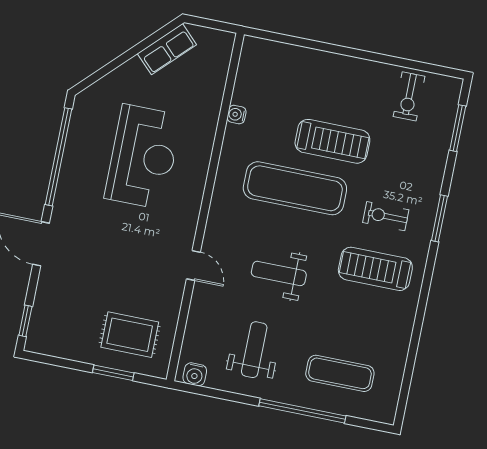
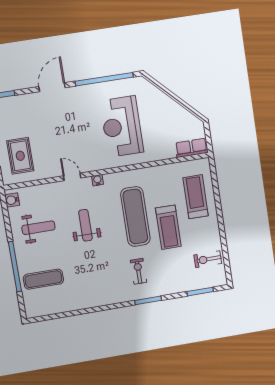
row of seats: (167, 49) -> (192, 148), moved, turned 135
water cooler: (237, 115) -> (98, 180), moved
reception desk: (143, 157) -> (122, 127), turned 90
door: (193, 266) -> (72, 177), swing flipped
treadmill: (375, 269) -> (196, 197), moved
exercise mat: (340, 373) -> (43, 279), turned 90

